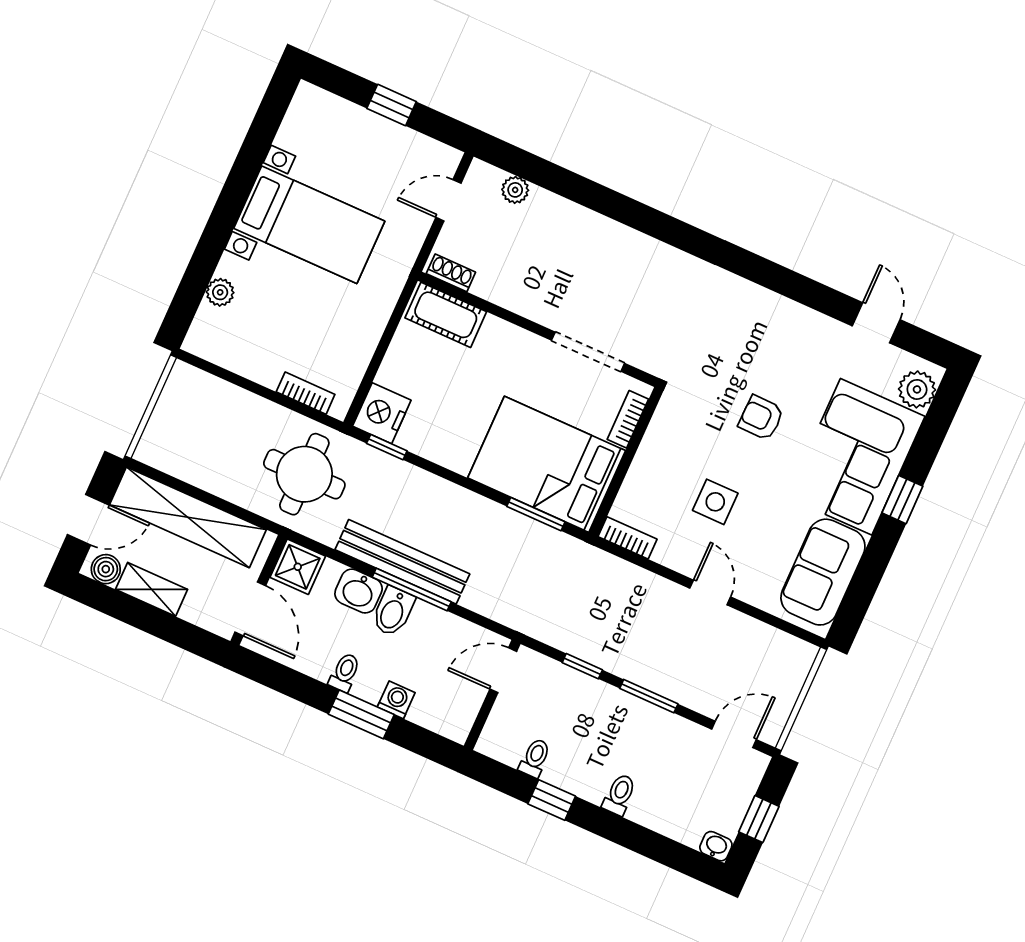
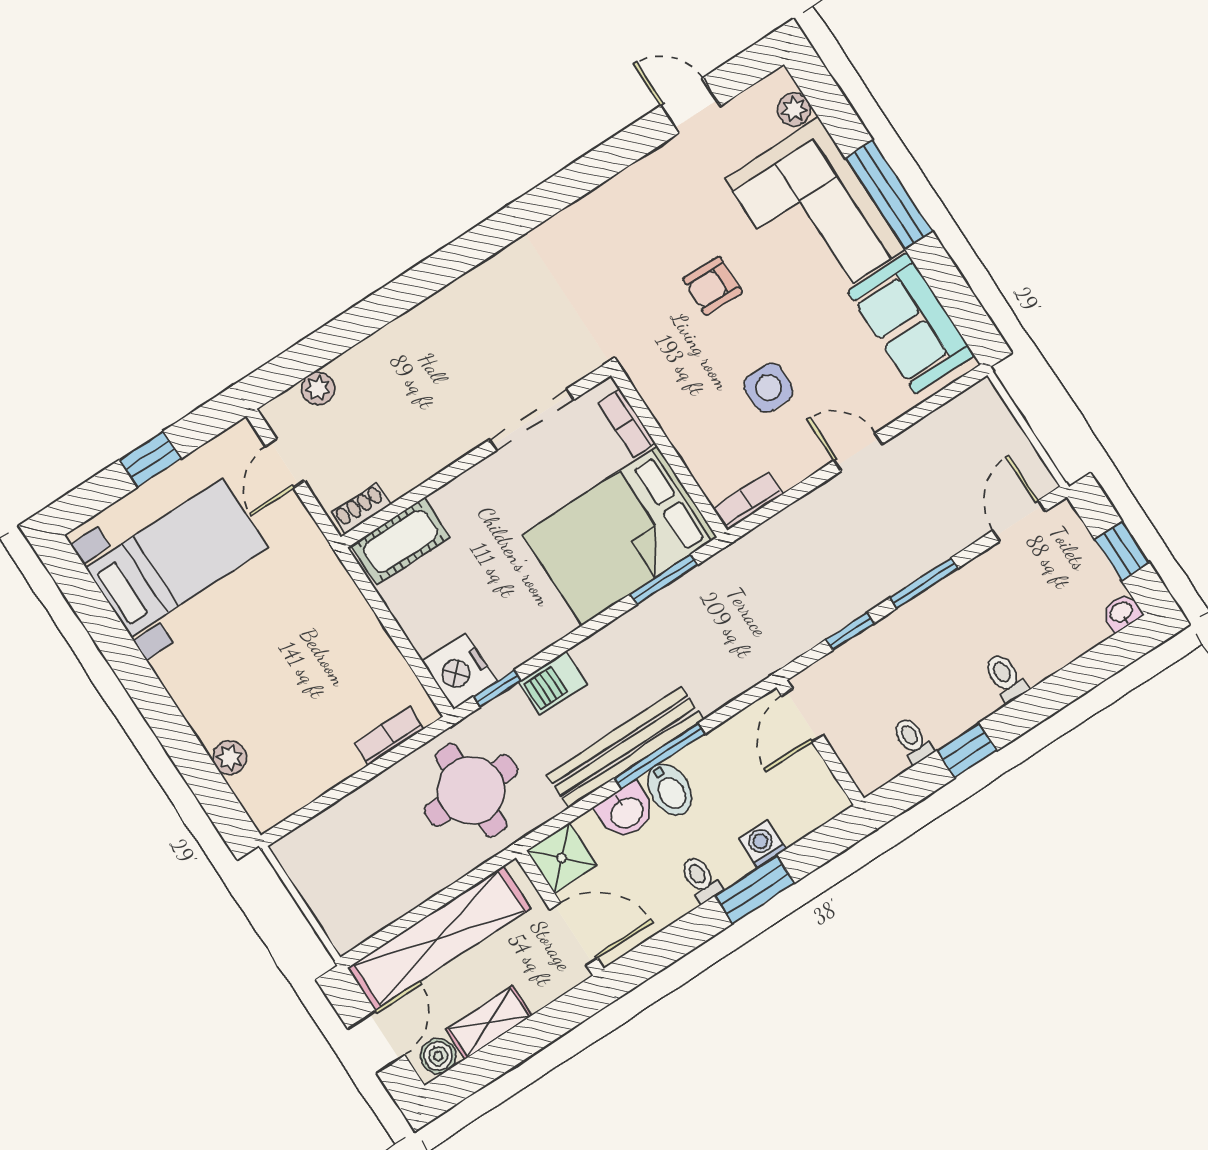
bed with nightstands: (309, 225) -> (177, 558), moved
plant: (917, 389) -> (794, 109), width x0.73, depth x0.73
barbecue: (415, 483) -> (553, 683), added
window: (902, 500) -> (889, 195), width x2.17

